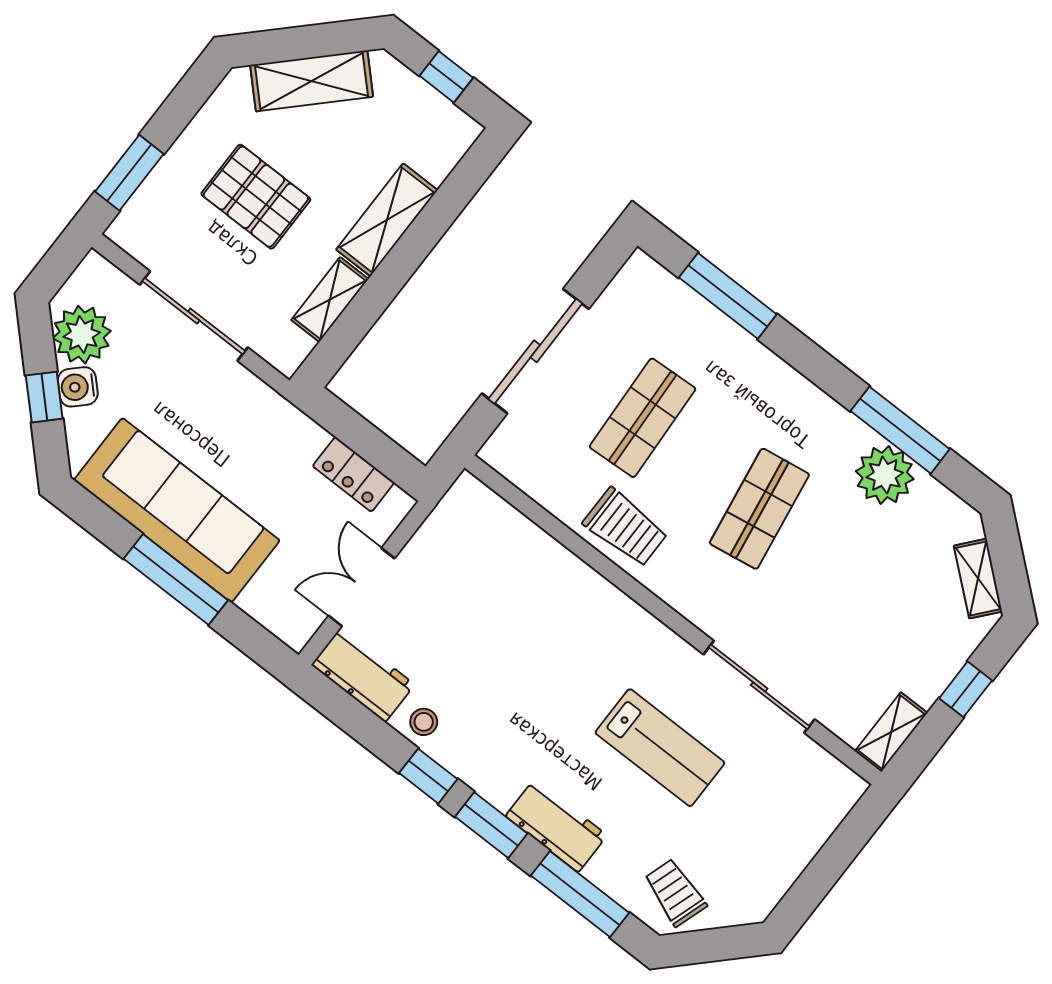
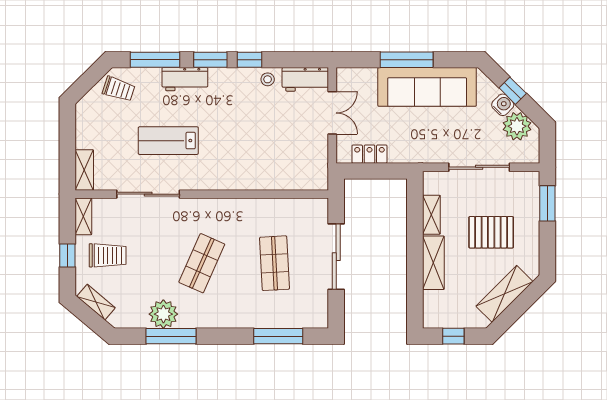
shop shelf: (759, 509) -> (202, 263), turned 33
trolley: (625, 527) -> (108, 255), moved, turned 180
shelving: (832, 806) -> (84, 170), added

